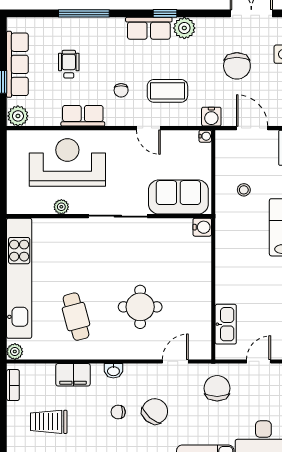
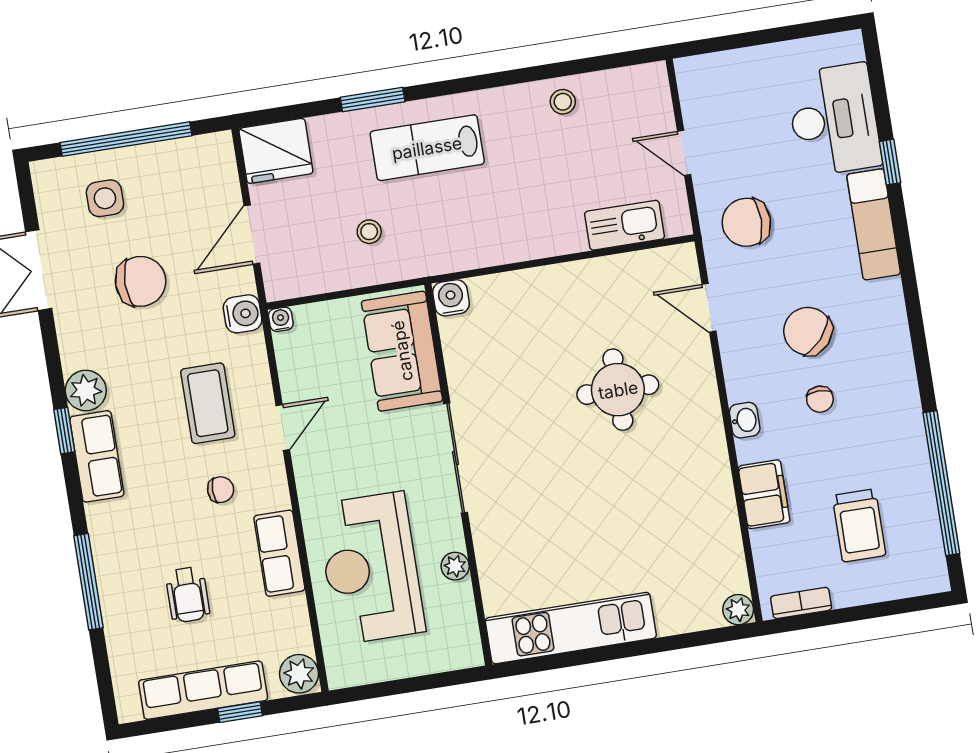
wheelchair: (69, 64) -> (188, 595), turned -90
kitchen unit: (19, 278) -> (571, 628), width x0.73
cafe table: (76, 317) -> (655, 506), removed

